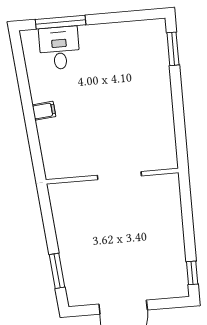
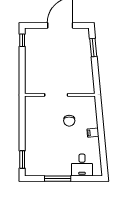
window: (61, 22) -> (58, 179), moved
chair: (90, 129) -> (69, 121), added

